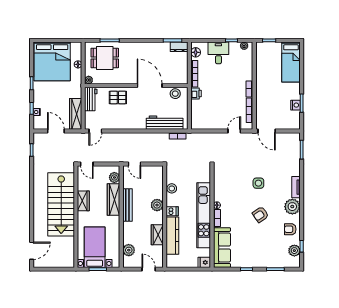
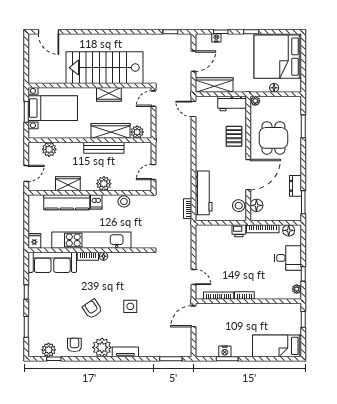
dresser: (179, 47) -> (295, 186), moved
dining table: (105, 58) -> (273, 138), moved
floor lamp: (175, 79) -> (256, 205), added
door: (134, 164) -> (153, 172), moved

